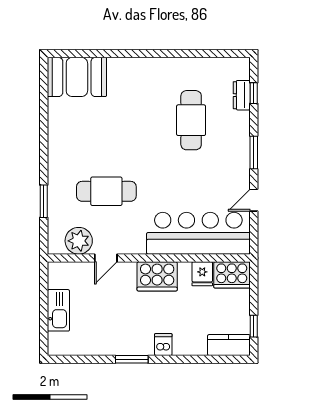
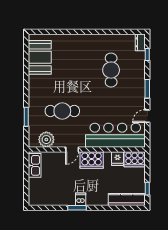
booth: (77, 77) -> (40, 57), moved, turned 90
dresser: (242, 95) -> (140, 42), moved
door: (106, 258) -> (72, 149), moved
kitchen sink: (58, 310) -> (35, 165), moved
dishwasher: (163, 345) -> (81, 199), moved
kitchen counter: (229, 345) -> (127, 200), width x1.50

